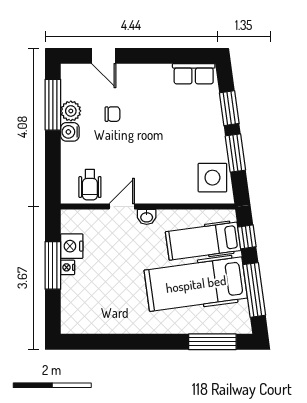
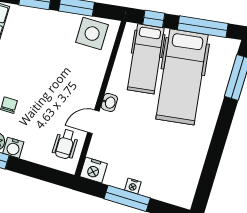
wheelchair: (90, 185) -> (65, 144), turned 90
door: (122, 207) -> (93, 122), hinge flipped
nightstand: (72, 246) -> (94, 170), moved

